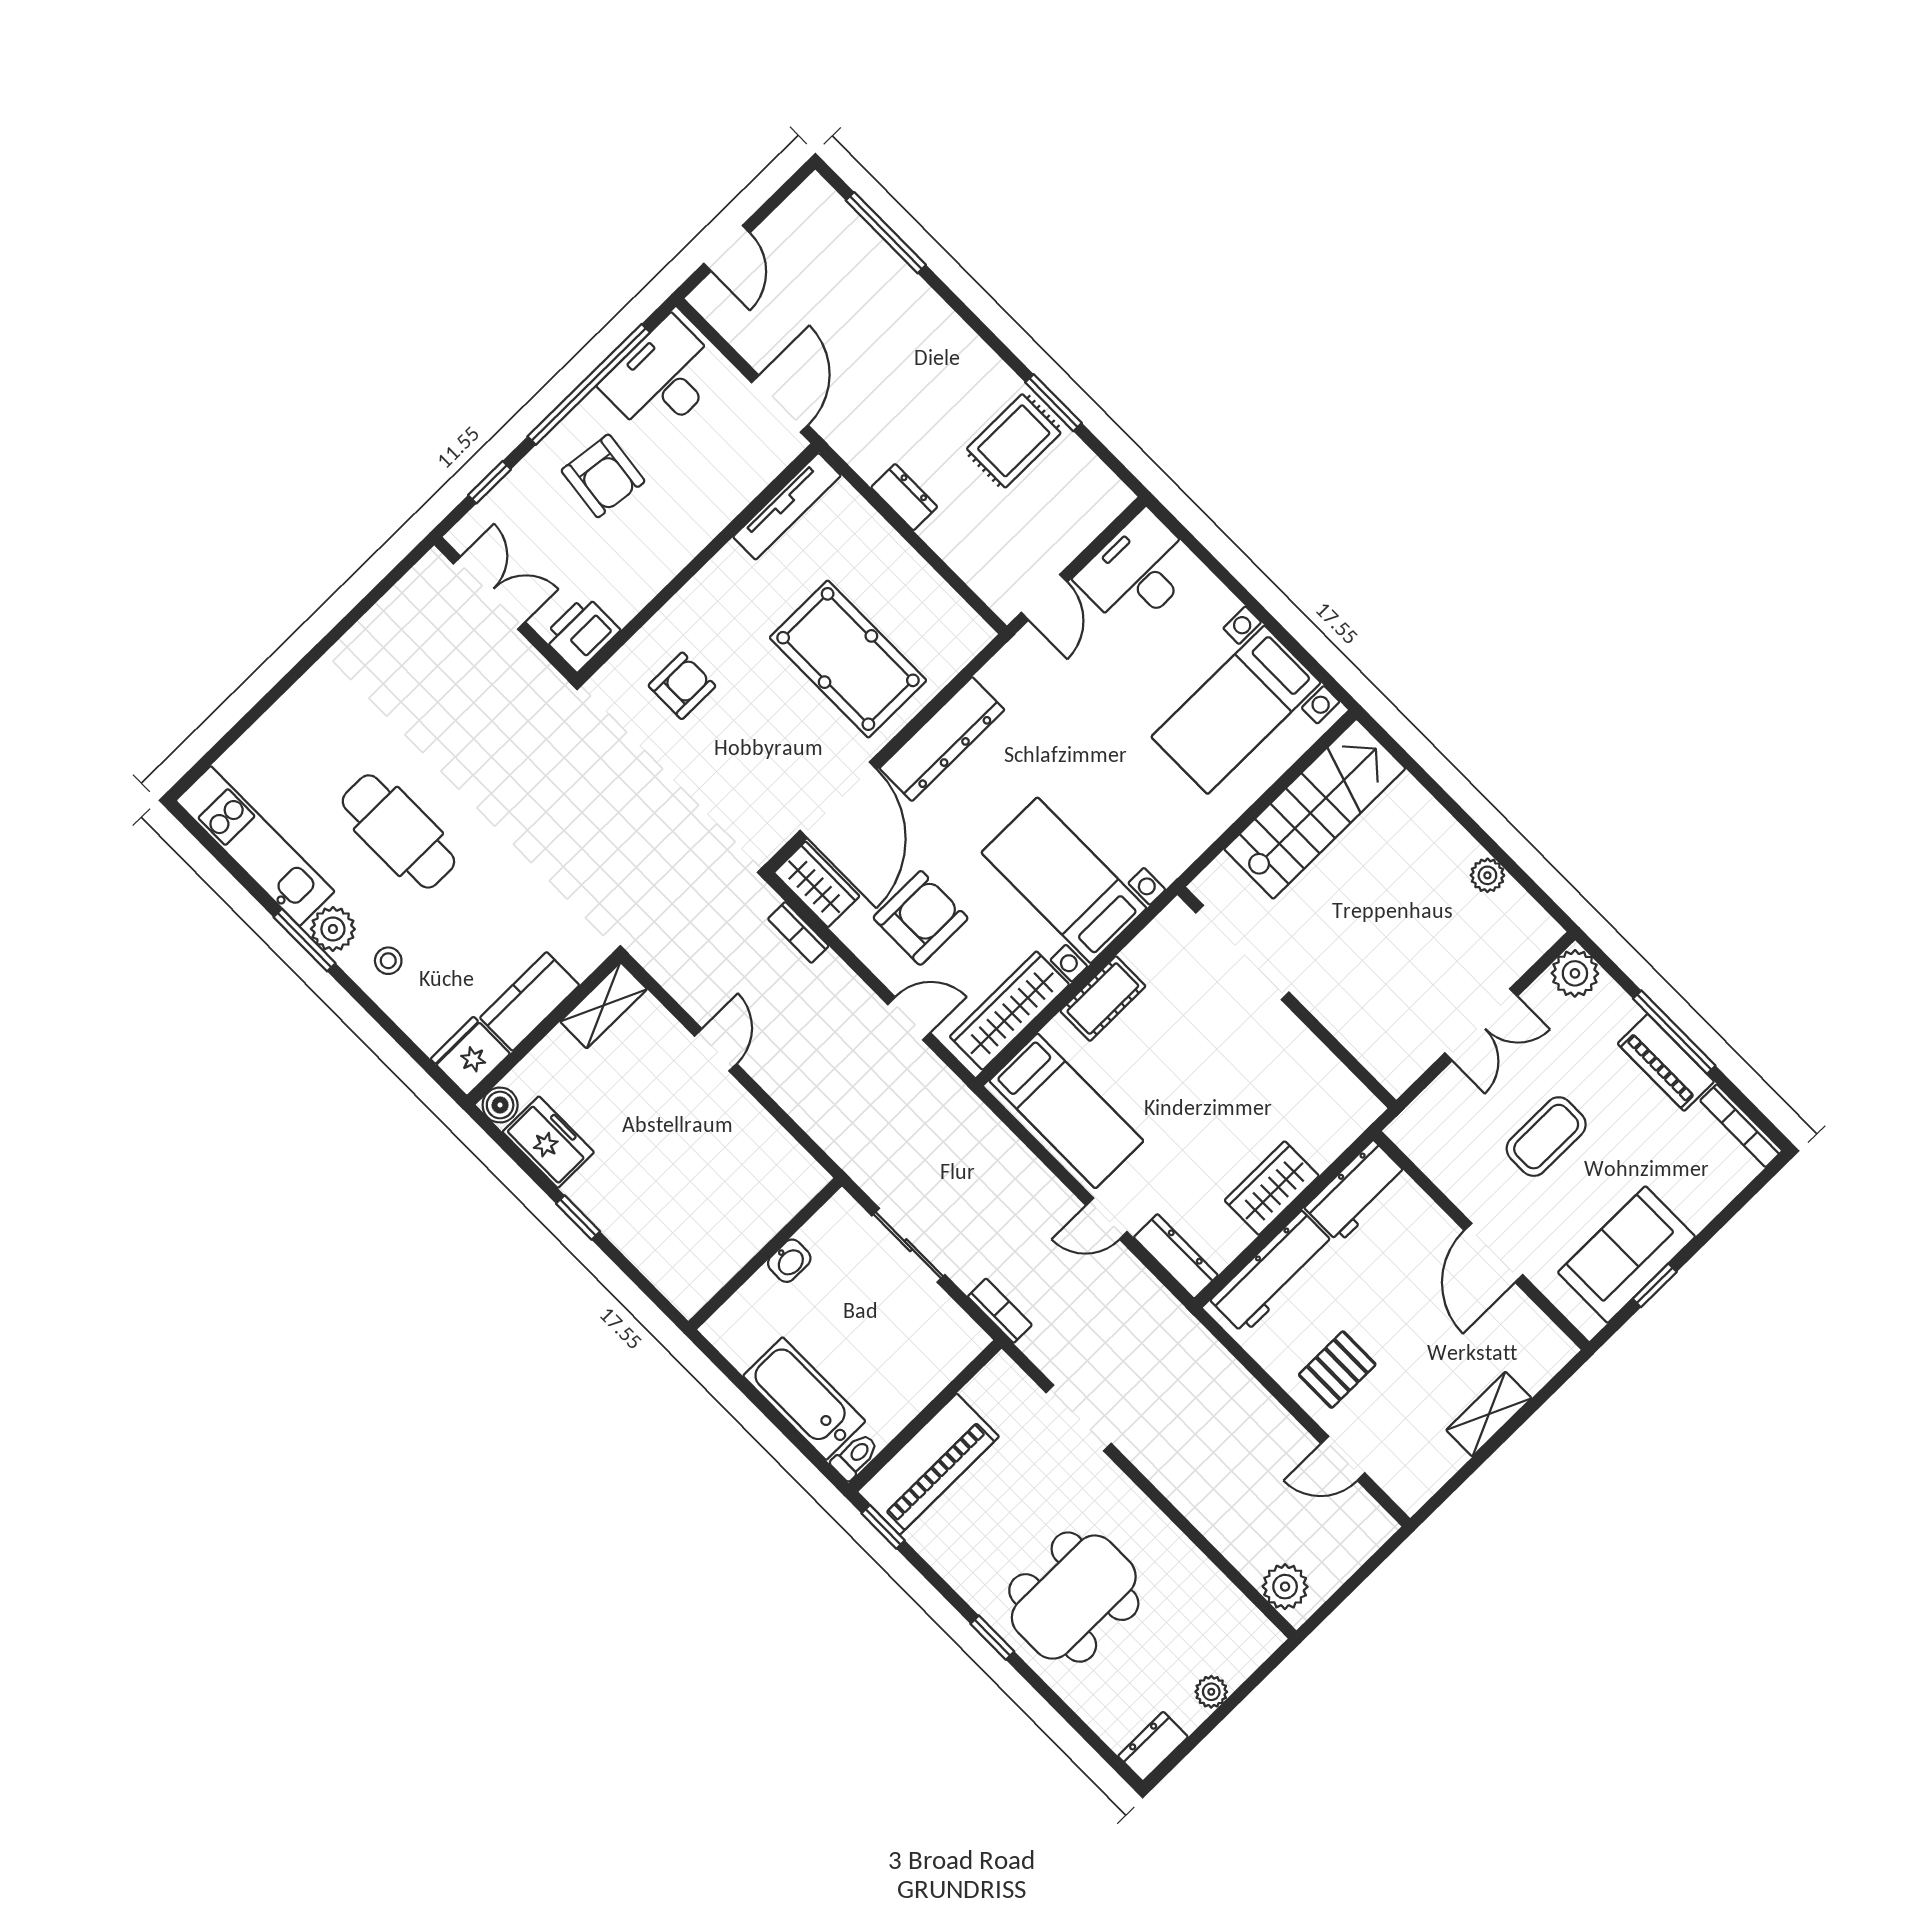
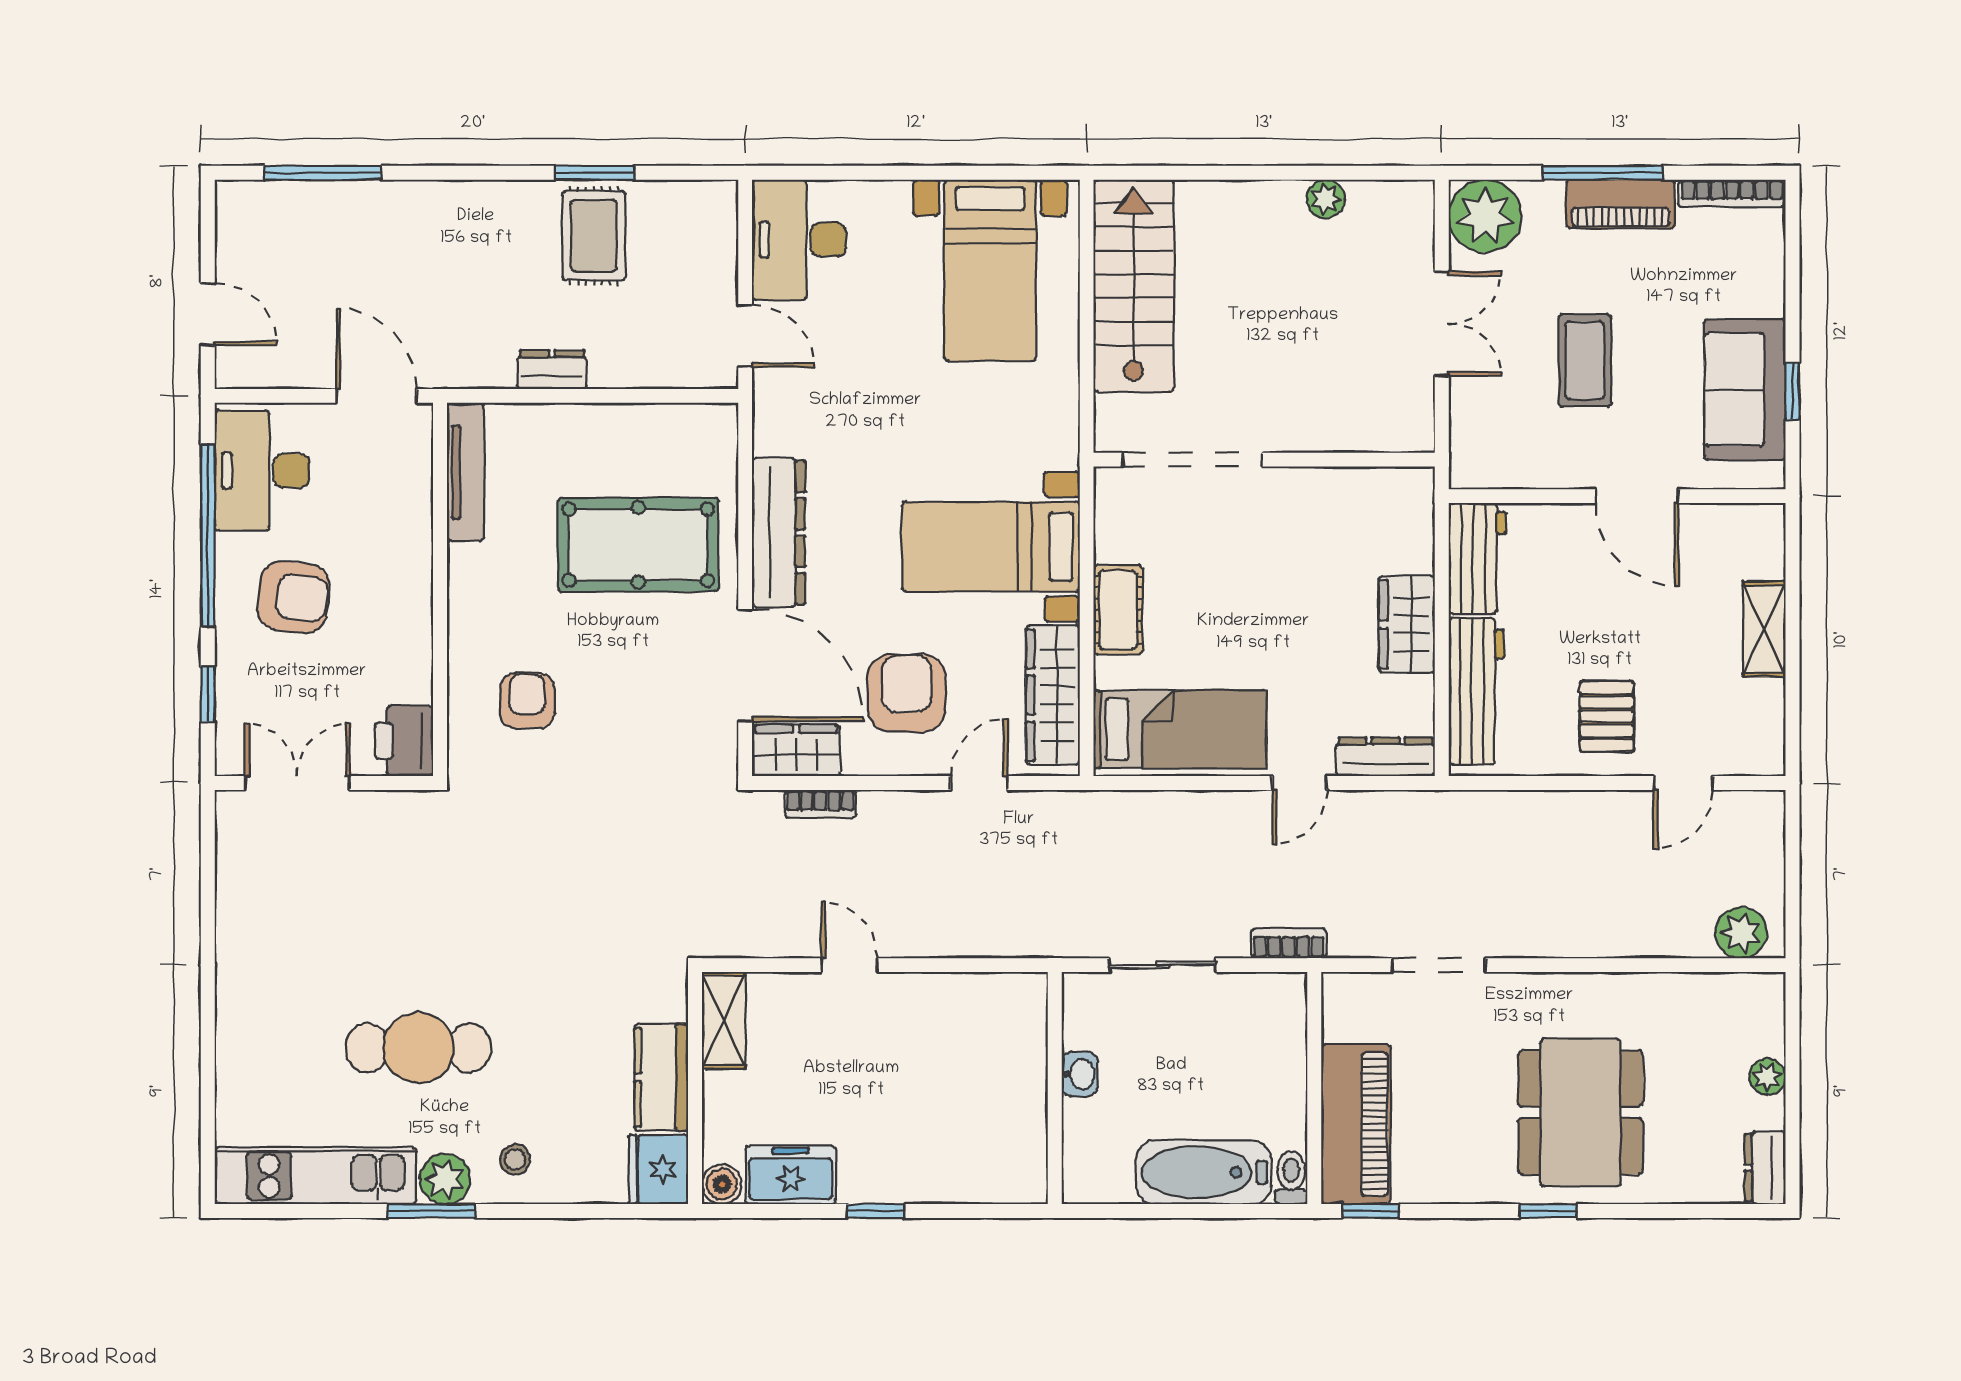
plant: (1575, 973) -> (1485, 216), width x1.36, depth x1.36

